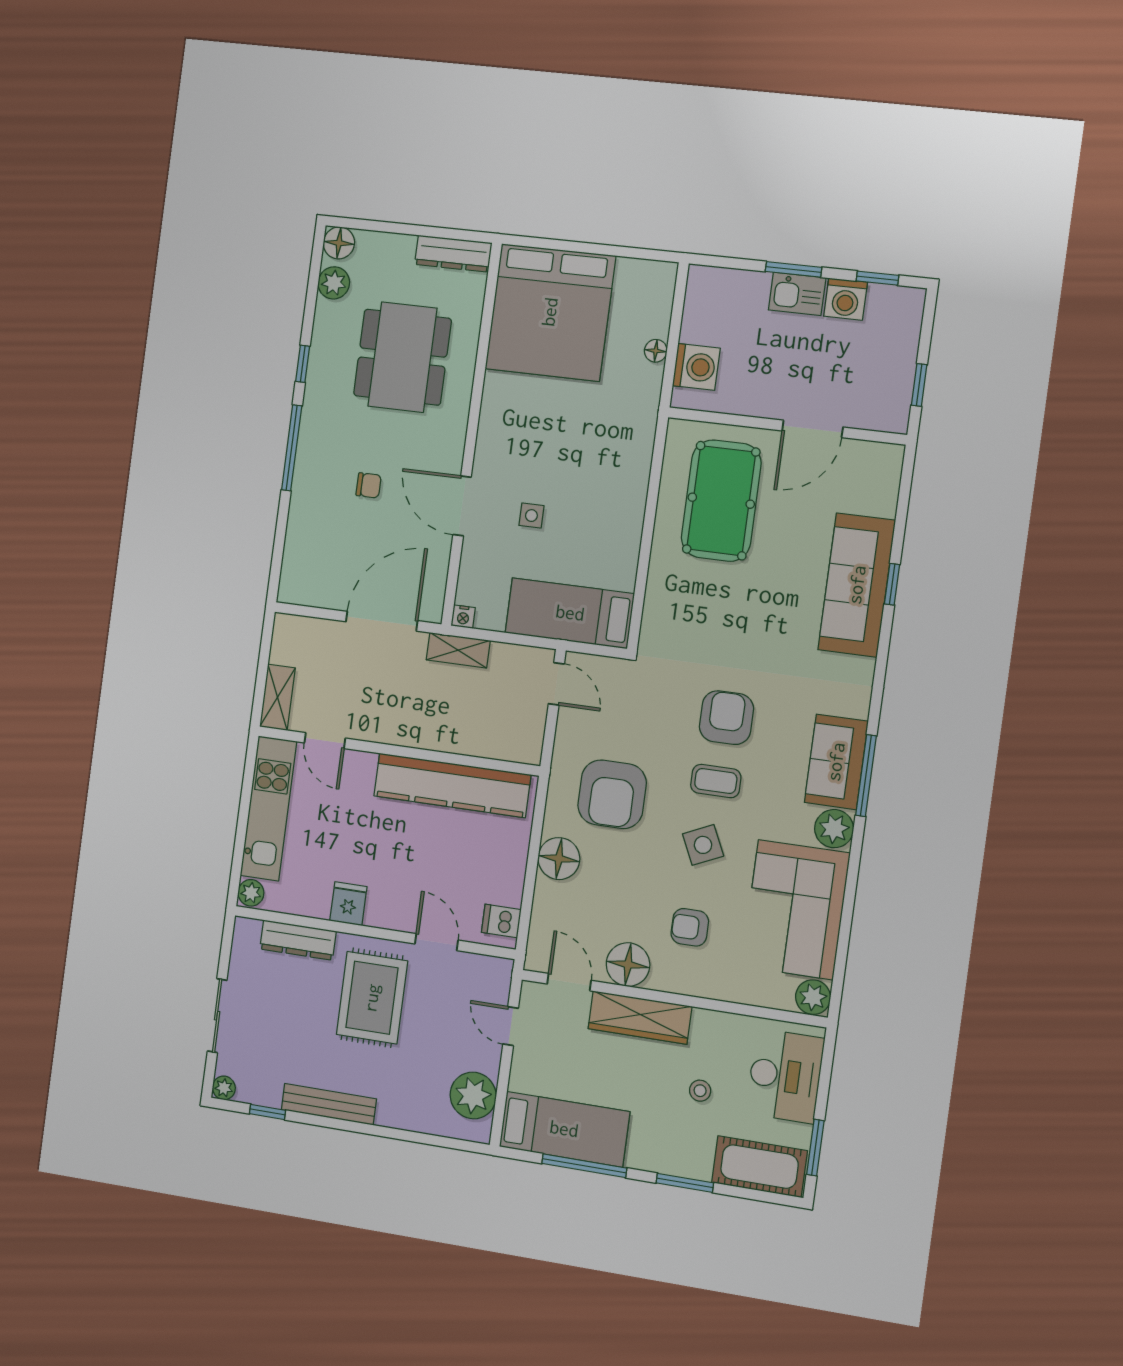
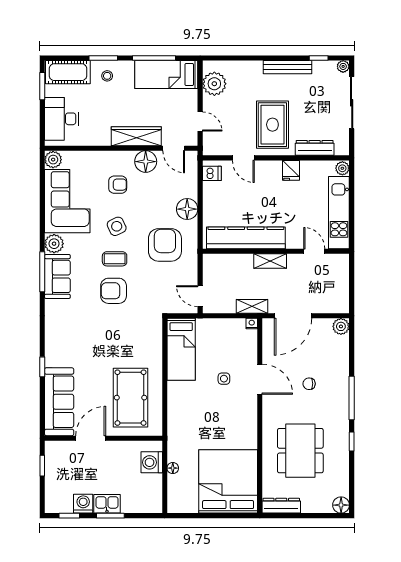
plant: (334, 283) -> (341, 326), moved
sofa: (857, 585) -> (59, 402), moved
bed: (570, 613) -> (181, 349), moved, turned 90
shelving: (277, 697) -> (270, 261), moved, turned 90
armchair: (726, 718) -> (114, 291), turned 90
sliding door: (217, 1016) -> (352, 103), width x1.37
stool: (700, 1091) -> (107, 76), moved

